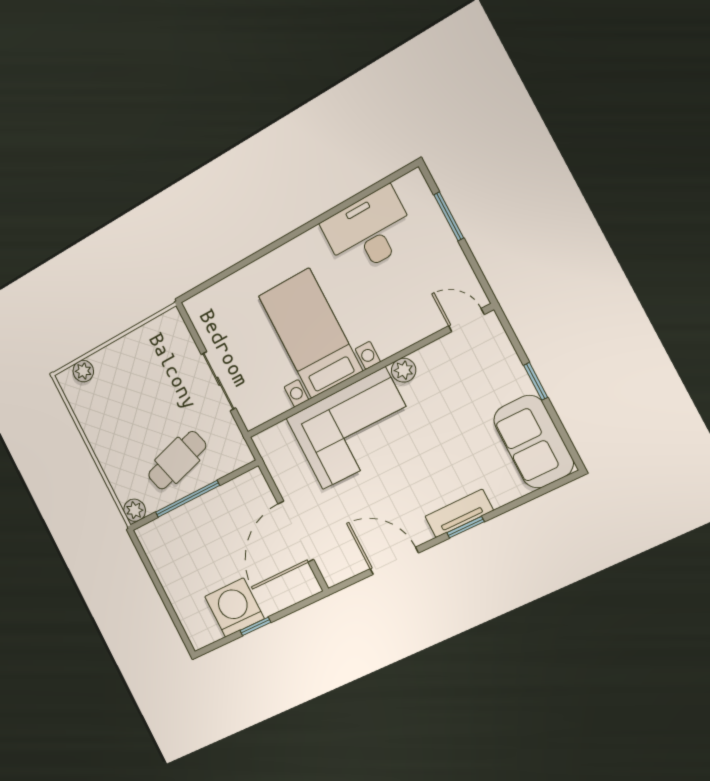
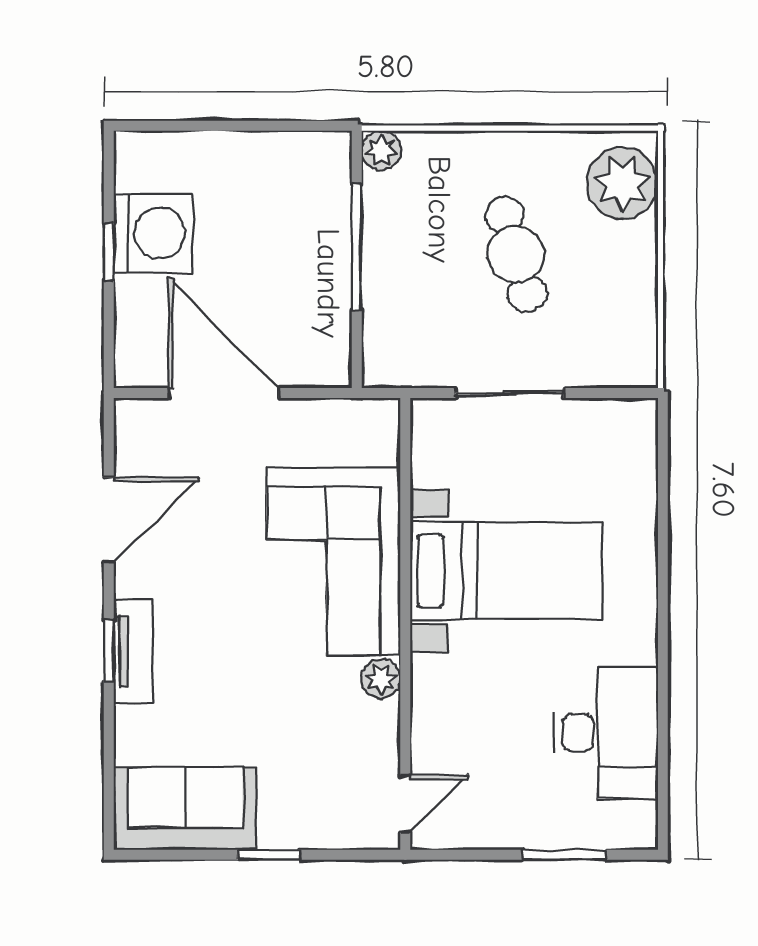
plant: (83, 371) -> (622, 183), width x1.88, depth x1.88
cafe table: (177, 460) -> (516, 254), moved

